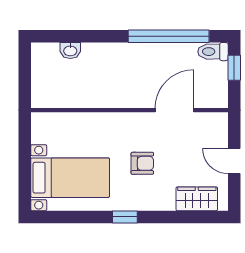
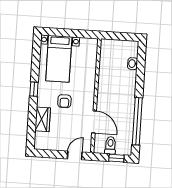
toilet: (213, 52) -> (110, 145), moved
door: (234, 161) -> (75, 155), moved
wardrobe: (197, 199) -> (43, 119), moved

